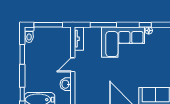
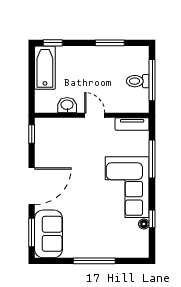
toilet: (29, 35) -> (138, 81), moved

